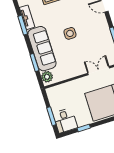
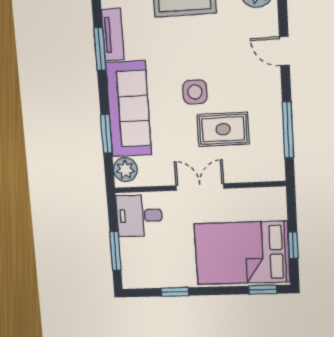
rug: (87, 47) -> (223, 129), added
double door: (99, 71) -> (200, 187), moved
desk: (65, 120) -> (139, 216), moved, turned 90

